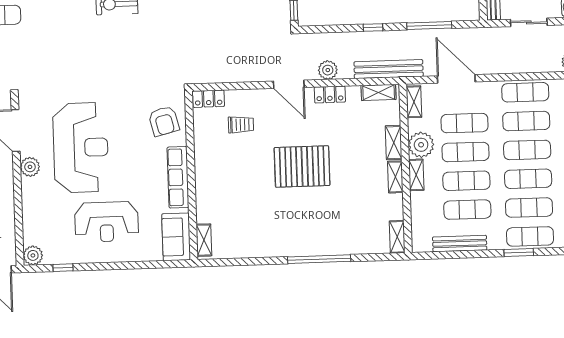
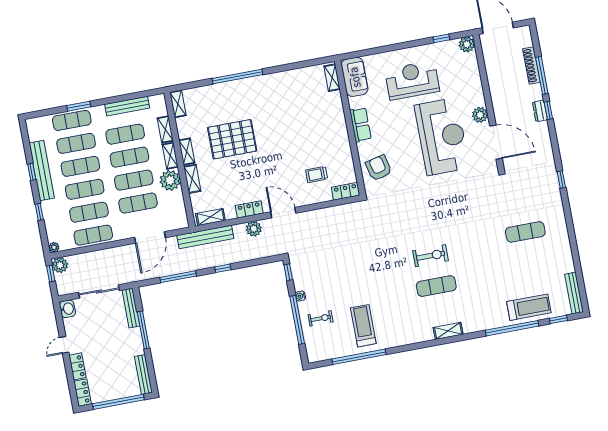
sliding door: (529, 22) -> (99, 291), width x1.37
door: (456, 79) -> (150, 237), hinge flipped
shelving: (414, 102) -> (165, 129), moved
reception desk: (81, 148) -> (442, 137), turned 180
pallet: (302, 166) -> (232, 139), moved
row of seats: (178, 177) -> (360, 125), width x0.68

